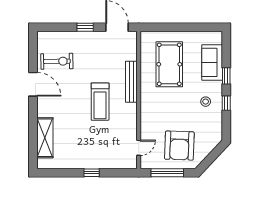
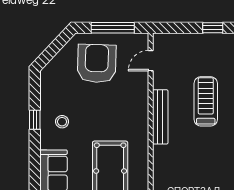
window: (226, 76) -> (35, 156), removed
bench: (131, 82) -> (160, 117), moved
treadmill: (100, 102) -> (206, 101), moved

